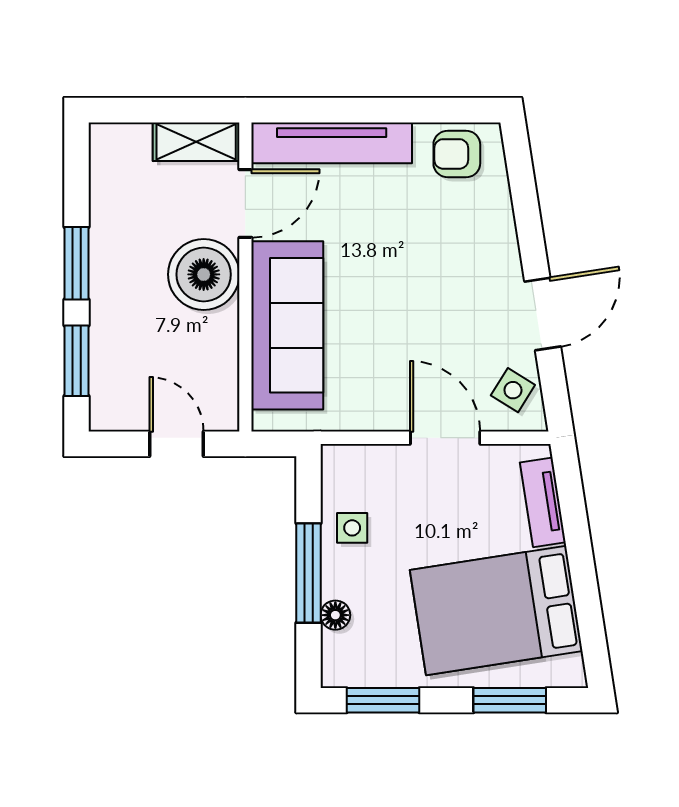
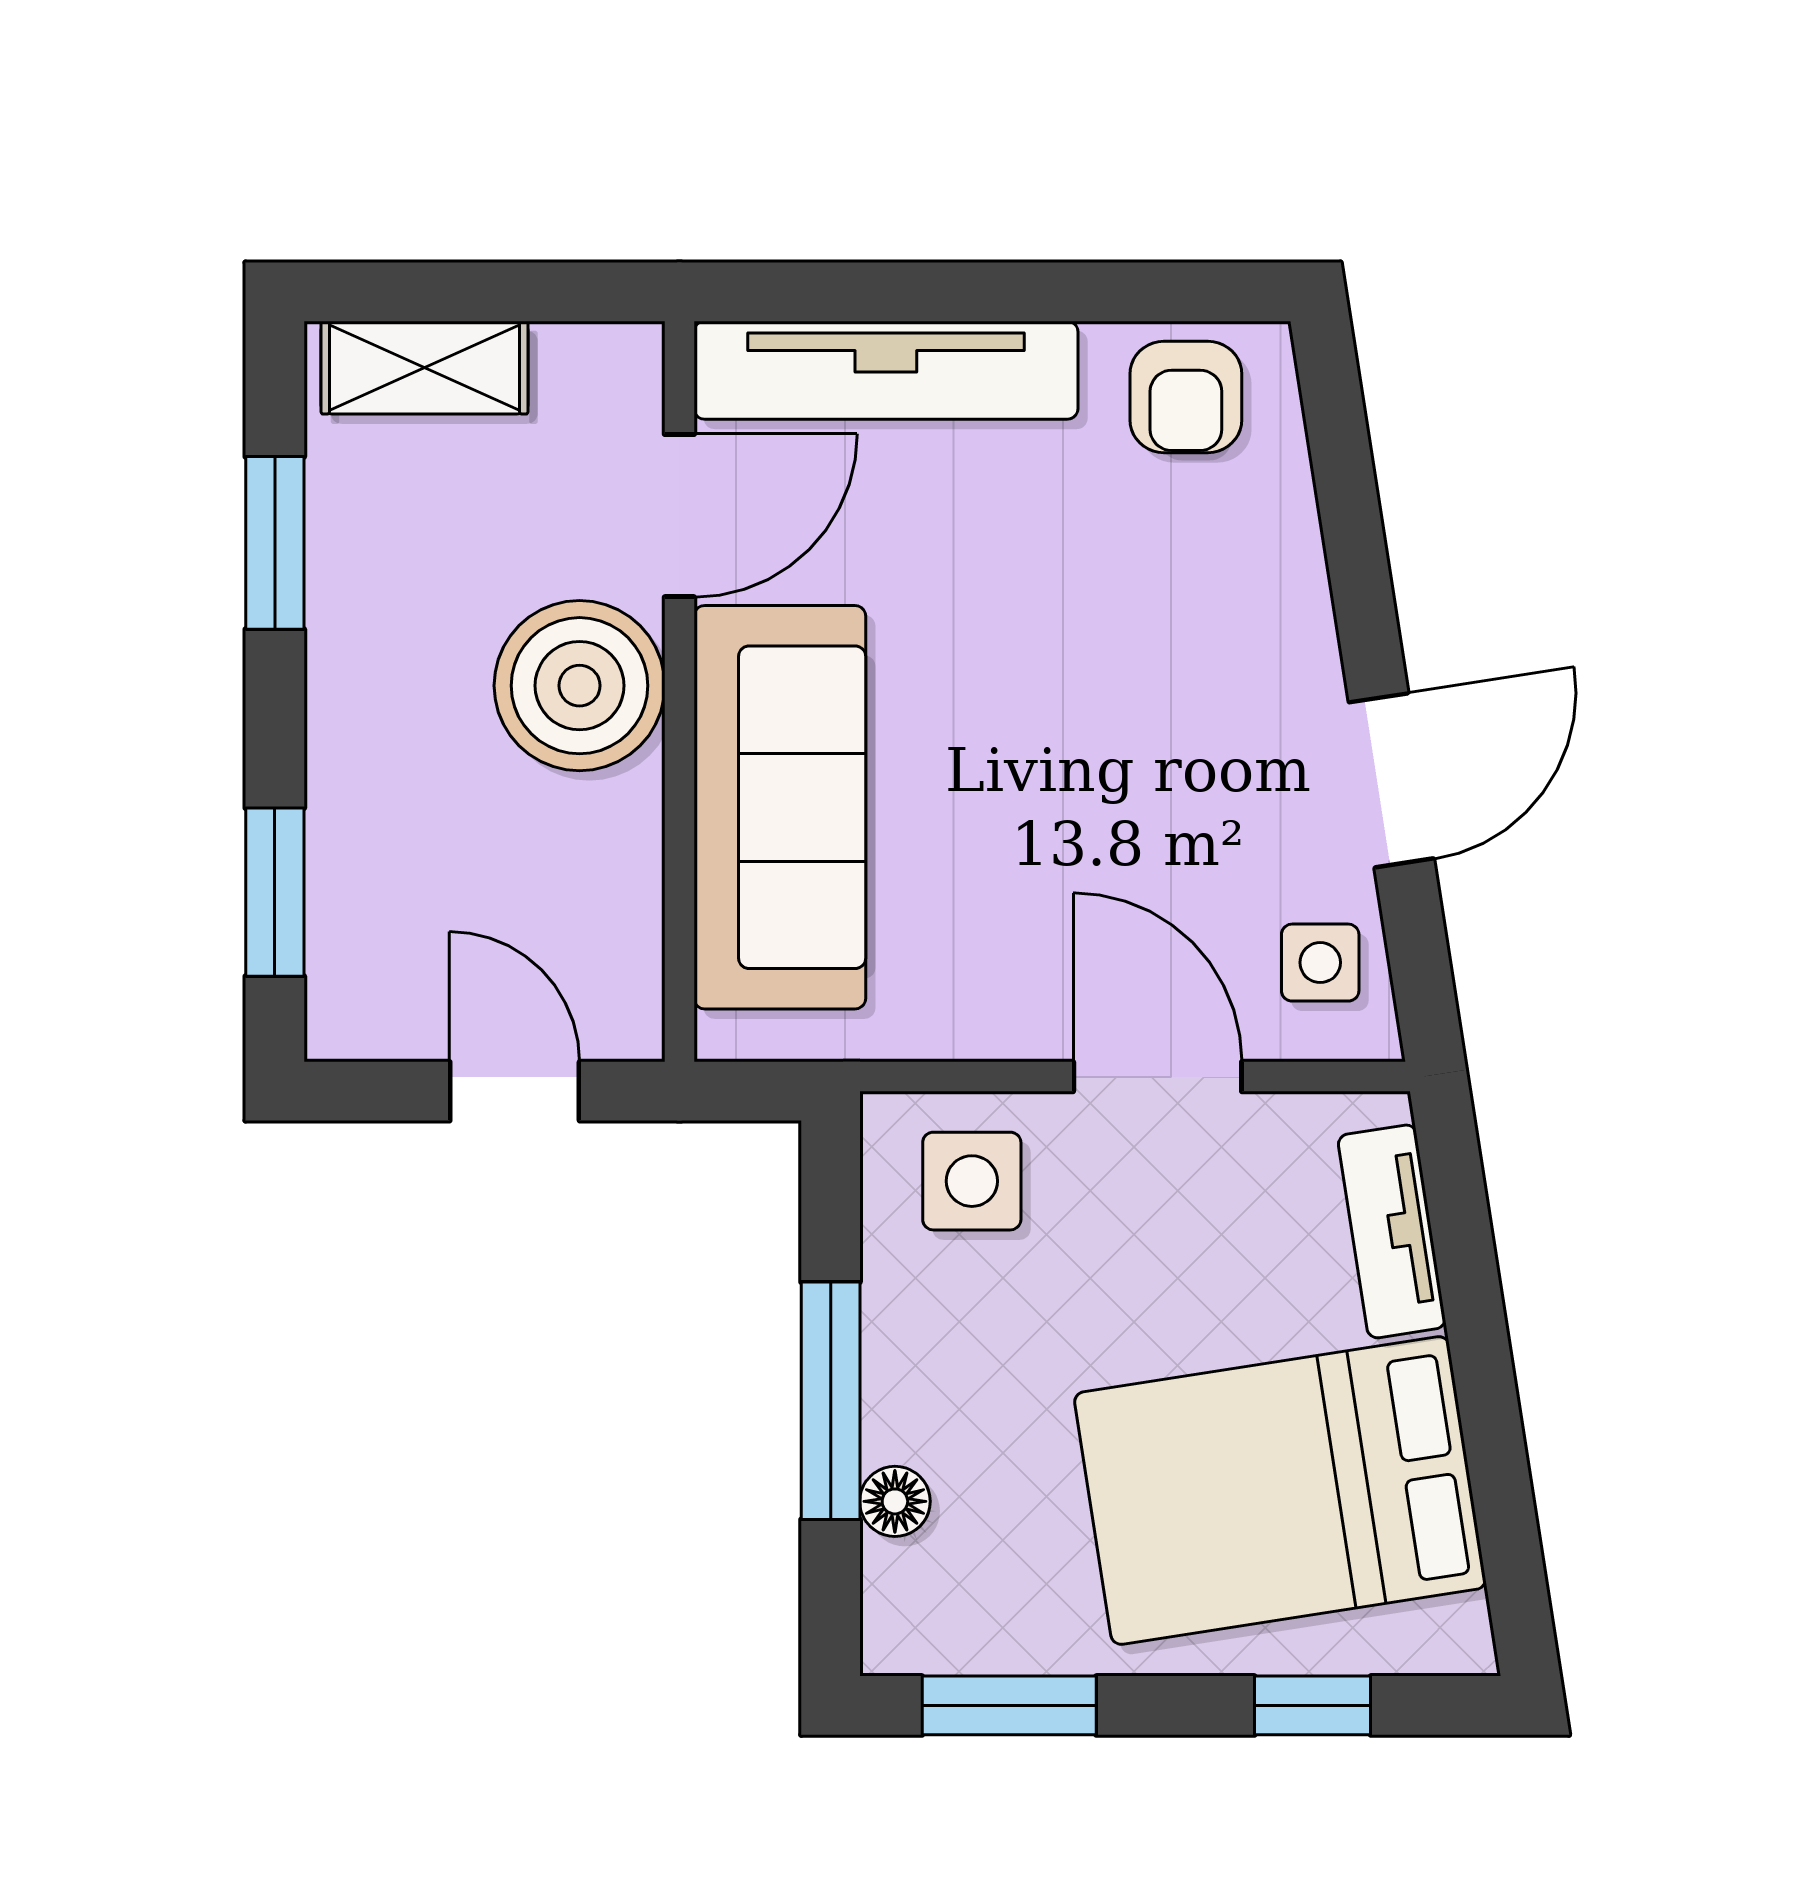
shelving: (196, 142) -> (425, 368), moved
armchair: (457, 154) -> (1186, 397), turned -90
window: (76, 263) -> (275, 543), moved
side table: (513, 390) -> (1320, 963), turned -32
side table: (352, 528) -> (972, 1181), moved, width x1.37, depth x1.37
window: (510, 700) -> (1313, 1705), width x0.67

